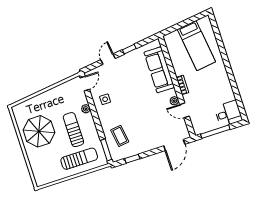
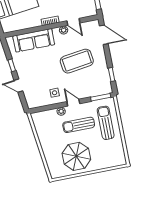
door: (85, 84) -> (73, 103), moved
door: (184, 110) -> (73, 22), hinge flipped
coffee table: (120, 136) -> (77, 61), moved, width x1.86, depth x1.72

